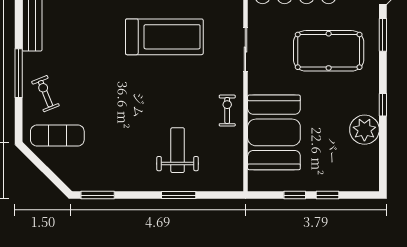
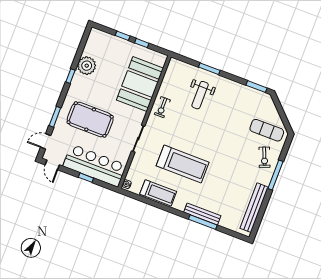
treadmill: (164, 37) -> (183, 164), turned 180

